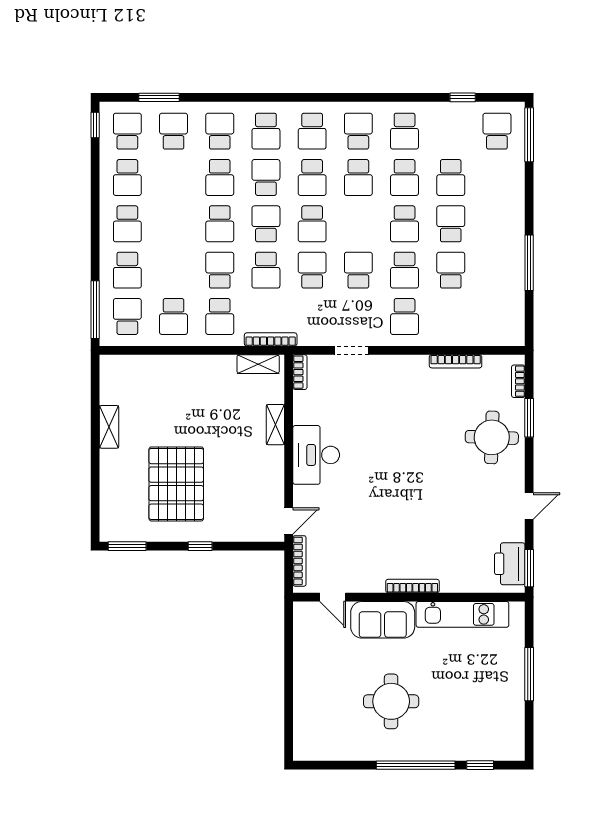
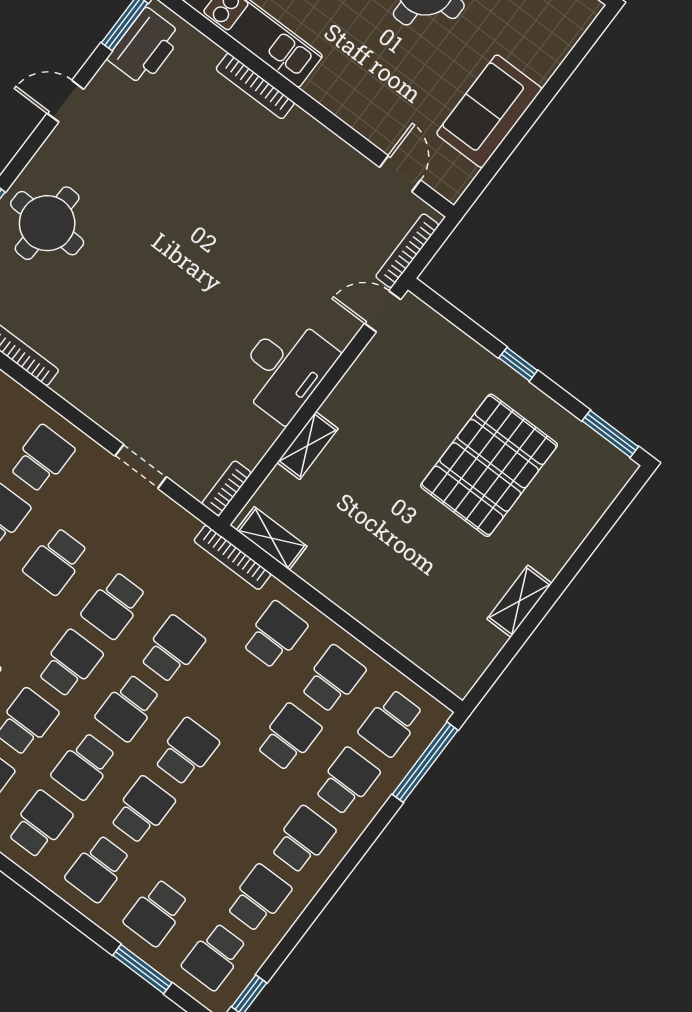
school desk: (220, 270) -> (289, 737), moved, turned 180
bookcase: (412, 586) -> (255, 86), moved
sofa: (383, 620) -> (489, 111), moved, turned -90

